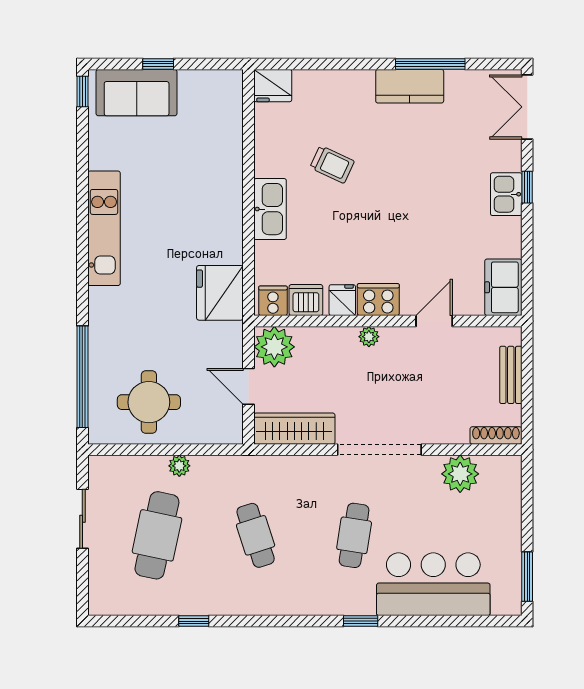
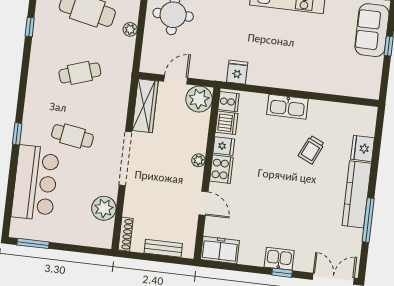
fridge: (273, 86) -> (363, 148), moved
kitchen counter: (410, 86) -> (357, 194), width x1.50
fridge: (220, 293) -> (237, 72), width x0.53, depth x0.75

